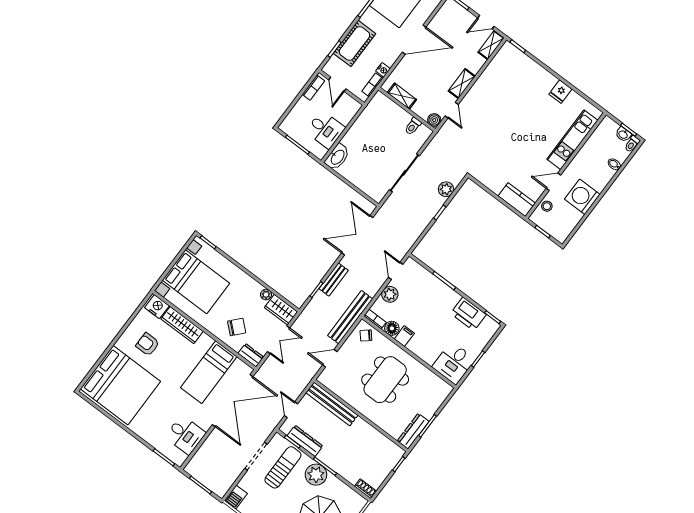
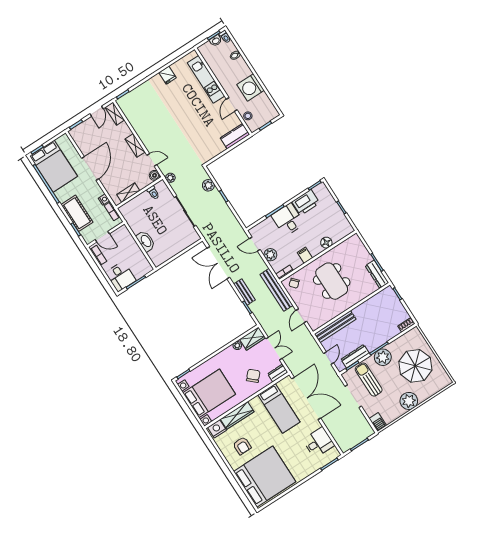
desk: (325, 130) -> (121, 277), moved, turned 90
plant: (438, 140) -> (170, 178), added
washbasin: (337, 157) -> (146, 241), moved
floor lamp: (392, 328) -> (326, 243), moved
armchair: (148, 344) -> (242, 446), turned -90
desk: (454, 363) -> (288, 220), moved, turned 180
door: (291, 410) -> (329, 358), swing flipped

